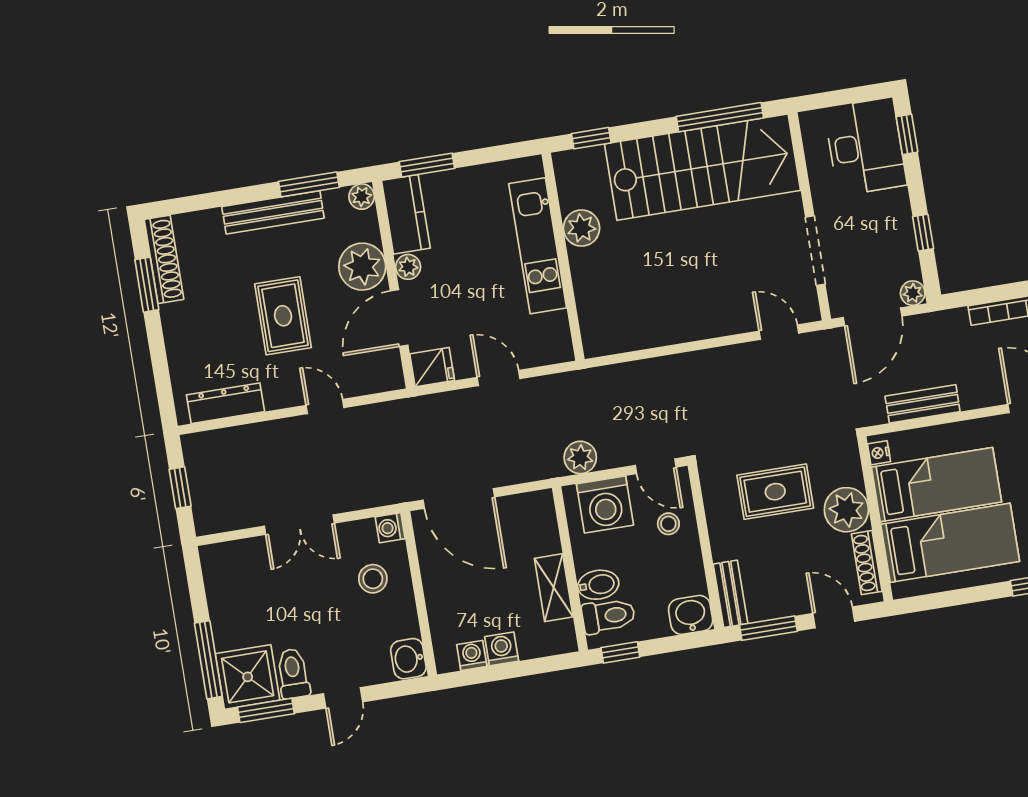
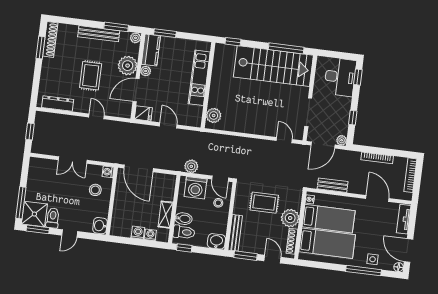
plant: (582, 228) -> (214, 115), moved
bench: (730, 594) -> (235, 233), width x1.36
washing machine: (472, 655) -> (150, 235), moved

